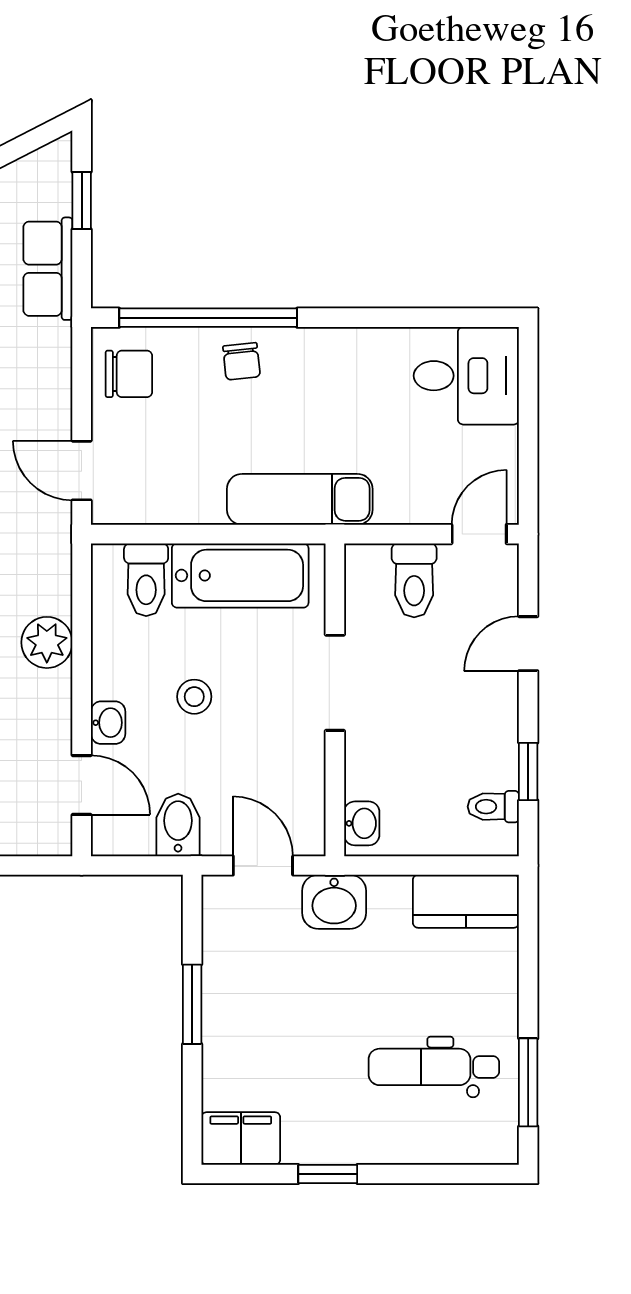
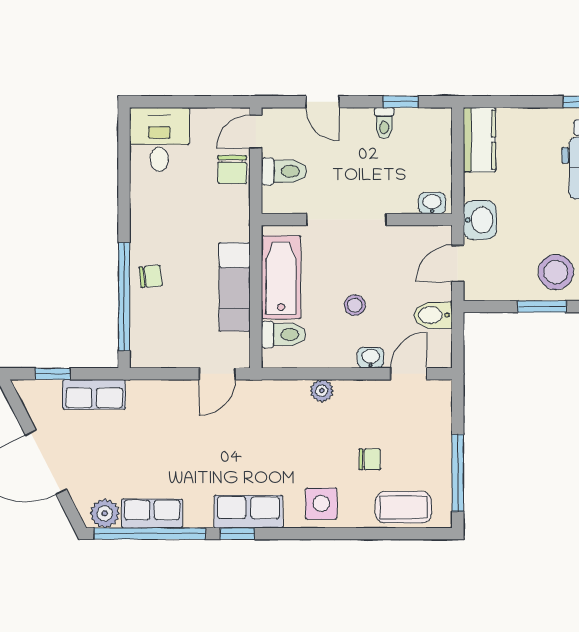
chair: (129, 374) -> (232, 170), moved, turned 180
exam couch: (300, 499) -> (235, 287), moved
door: (479, 534) -> (256, 132), hinge flipped
plant: (47, 642) -> (322, 391), width x0.73, depth x0.73
doorway: (335, 683) -> (346, 220), width x1.36
toilet: (493, 807) -> (384, 123), moved
stool: (249, 1027) -> (556, 272), added

